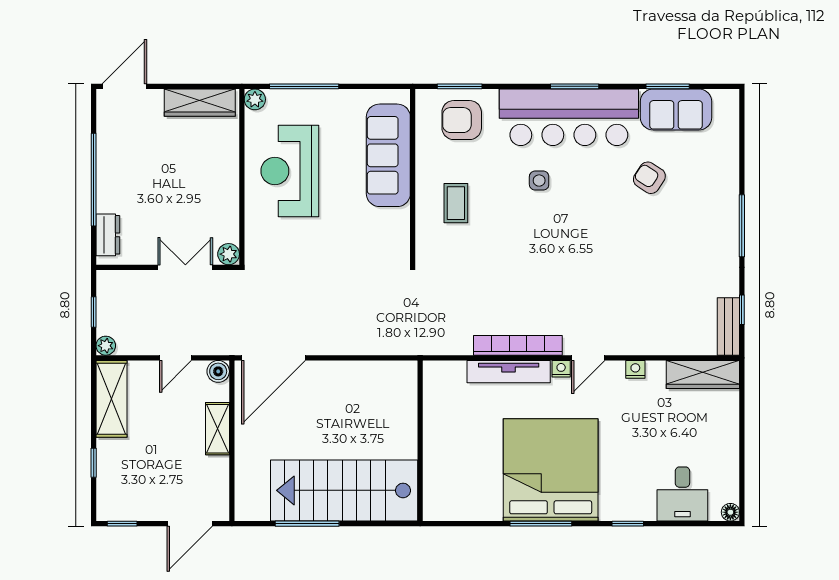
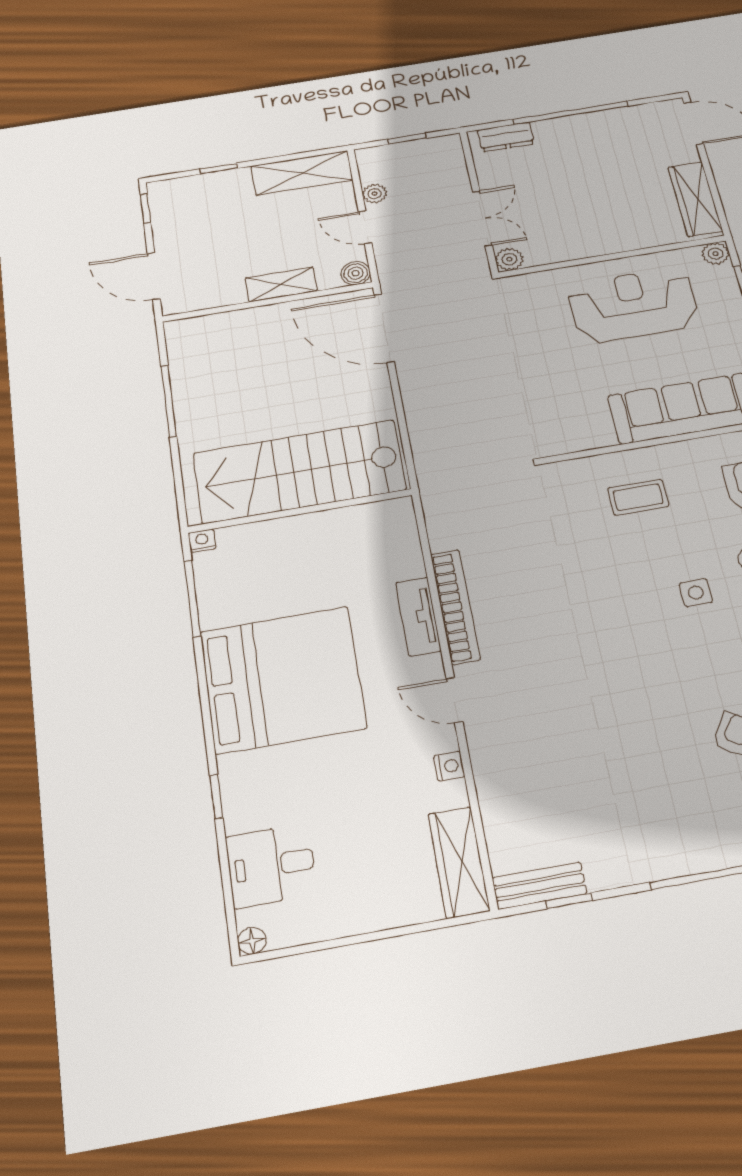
plant: (106, 346) -> (375, 194), moved
nightstand: (561, 369) -> (202, 541), moved, turned -90
tv unit: (509, 372) -> (418, 617), width x0.71
stairs: (344, 490) -> (299, 471), moved, turned -90
window: (541, 524) -> (192, 598), moved

